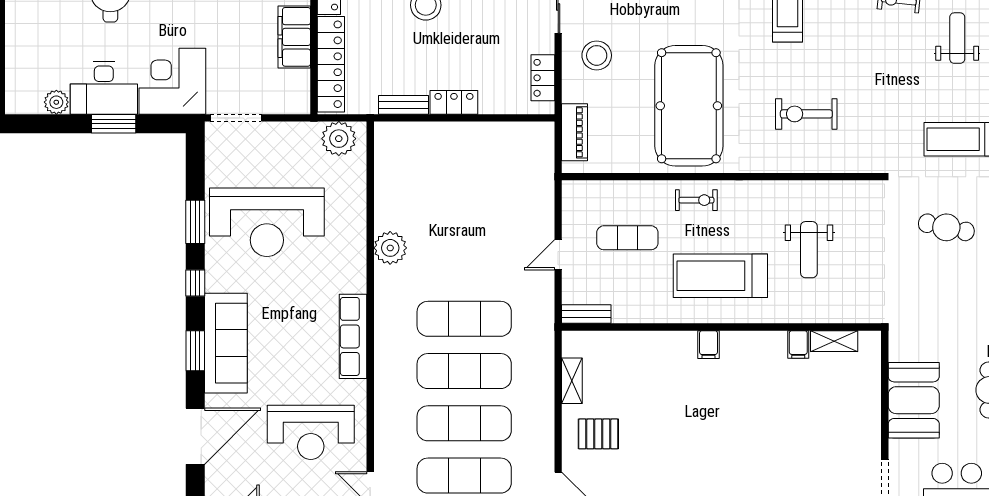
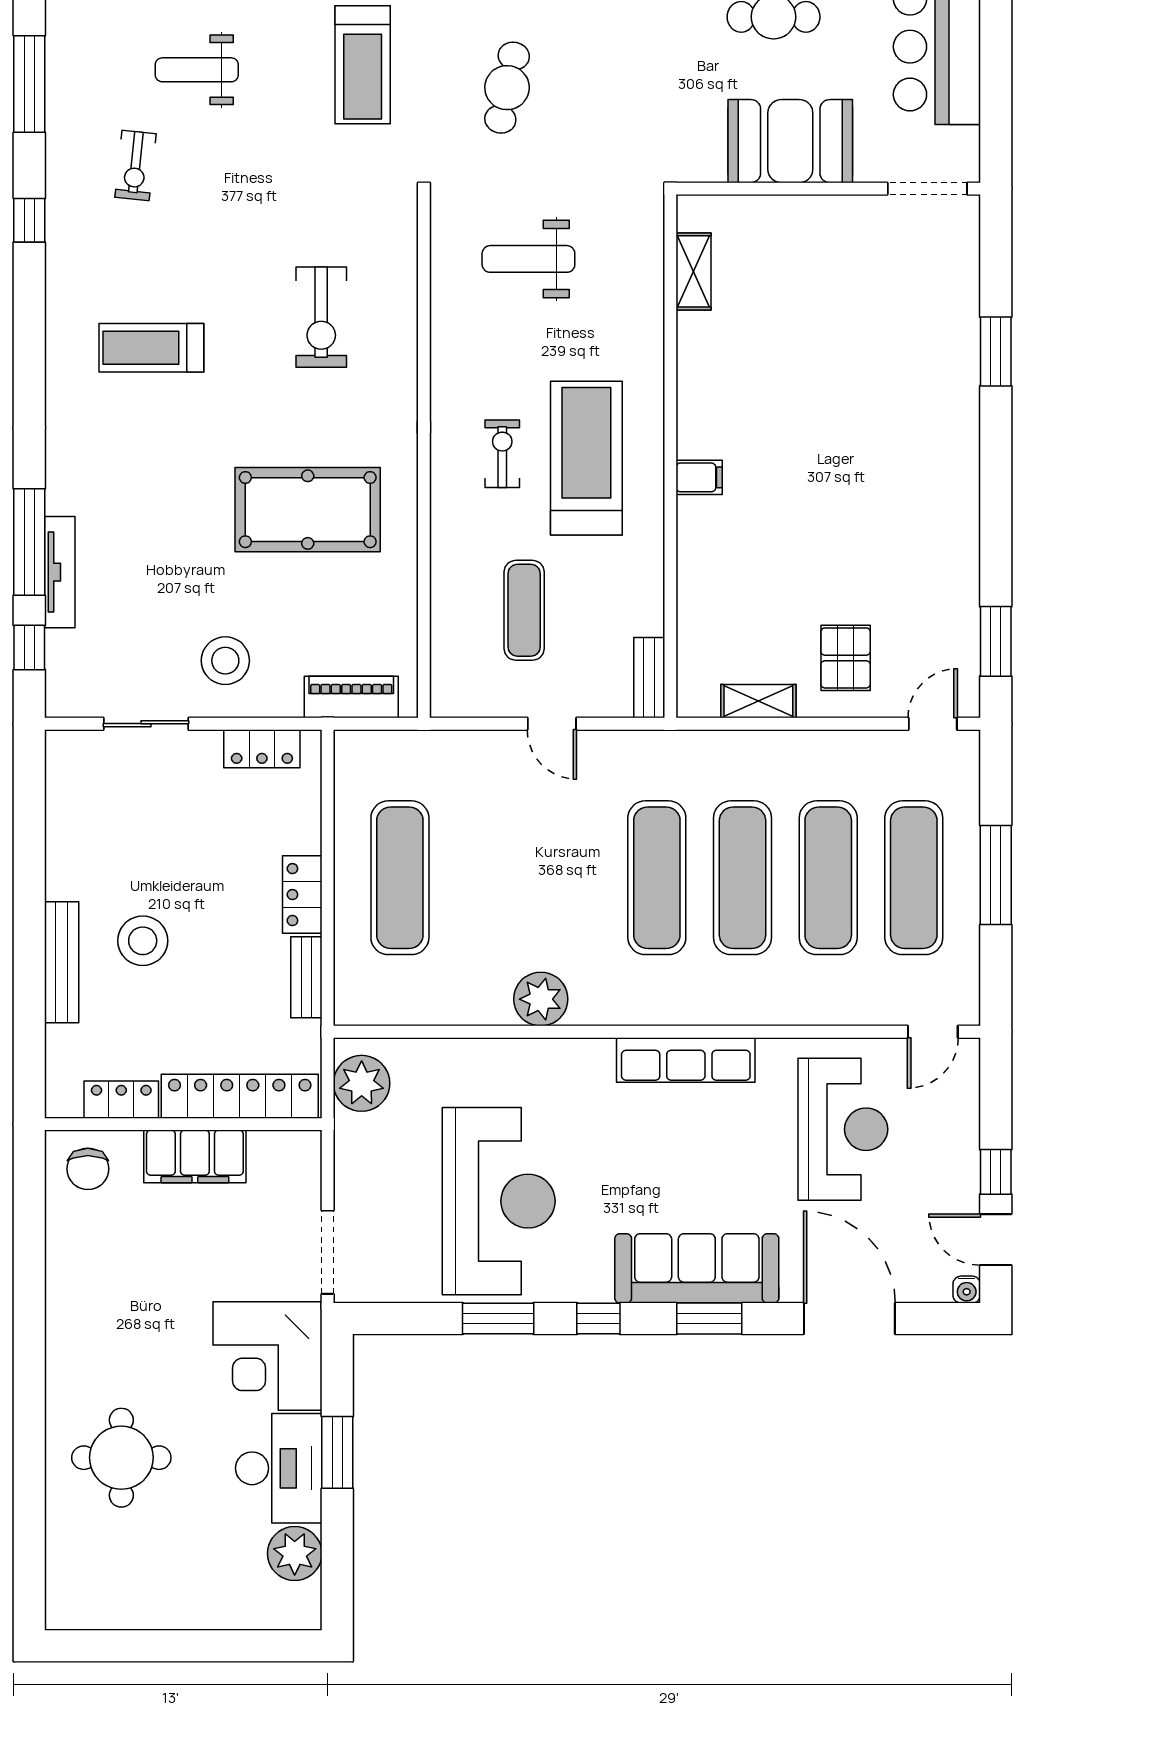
plant: (56, 102) -> (295, 1553), width x1.36, depth x1.36
pool table: (689, 106) -> (308, 510), width x0.73, depth x0.76
exercise mat: (464, 162) -> (400, 878), added
exercise bike: (696, 200) -> (502, 454), moved
weight bench: (809, 250) -> (528, 259), moved, turned 180
treadmill: (720, 276) -> (586, 458), turned 180
filing cabinet: (798, 345) -> (699, 330), removed

